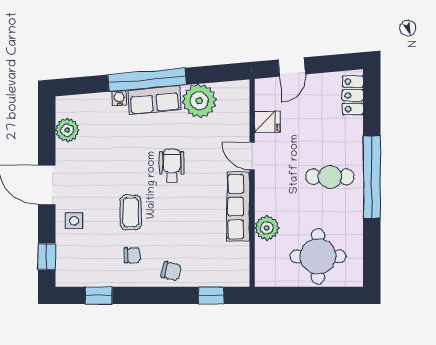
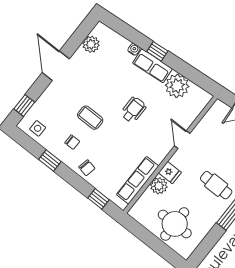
window: (147, 80) -> (157, 51), width x0.32
fridge: (267, 122) -> (170, 173), moved
row of seats: (238, 207) -> (138, 180), moved
coffee table: (131, 212) -> (90, 118), turned 90
side table: (74, 221) -> (38, 128), moved
window: (99, 295) -> (50, 161), moved

